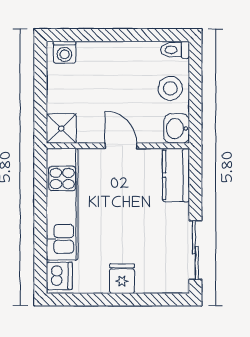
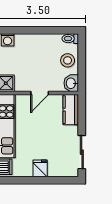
door: (121, 146) -> (40, 93), swing flipped

